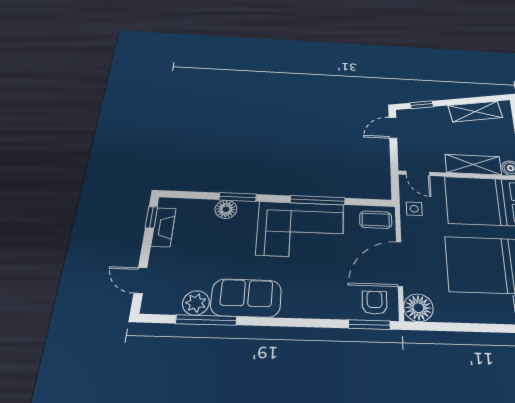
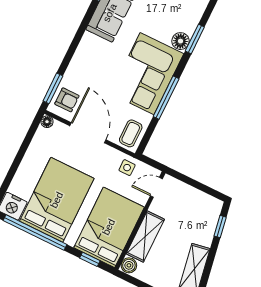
door: (393, 128) -> (207, 190), removed
floor lamp: (226, 209) -> (181, 41), moved
floor lamp: (418, 308) -> (47, 122), width x0.53, depth x0.53

